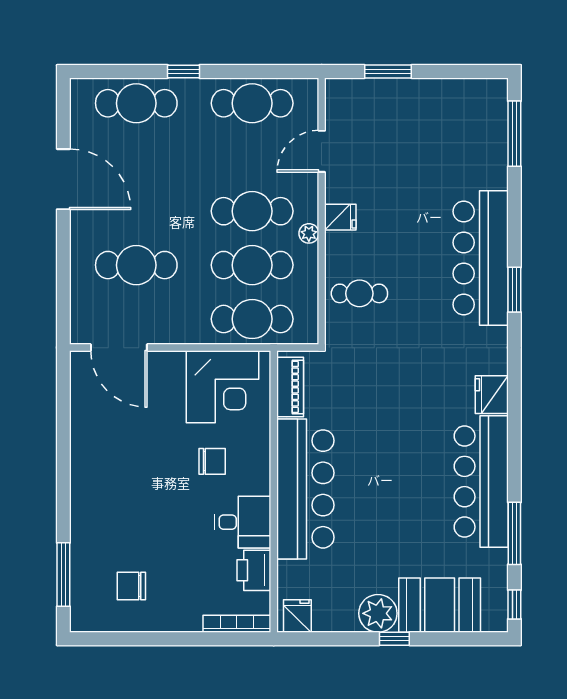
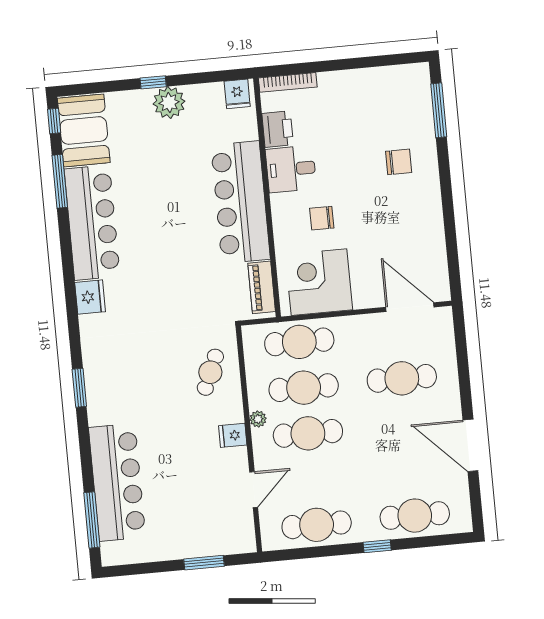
bar counter: (481, 258) -> (117, 482), moved
cafe table: (359, 293) -> (210, 372), turned -67
chair: (131, 586) -> (399, 162), moved
booth: (440, 605) -> (84, 130), moved, turned 90

